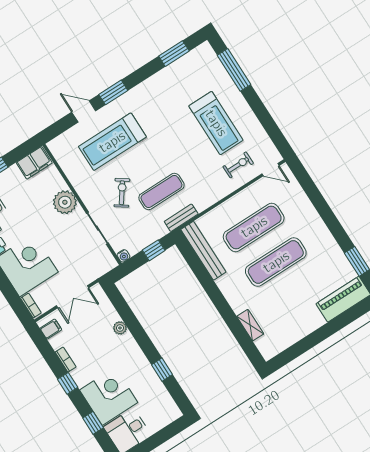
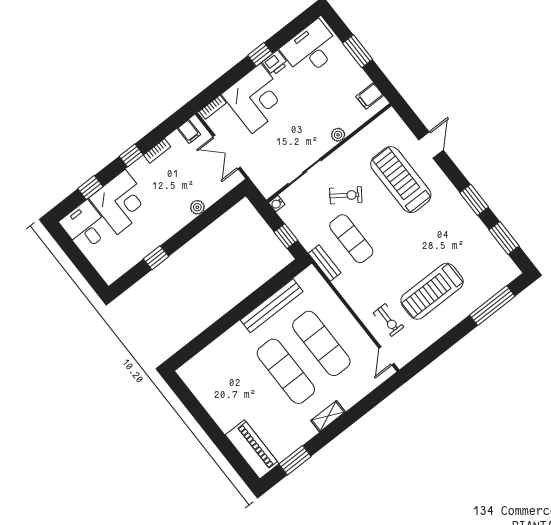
window: (113, 92) -> (474, 200), moved
filing cabinet: (34, 163) -> (370, 96), width x0.50
plant: (65, 202) -> (338, 135), width x0.53, depth x0.53
bench: (203, 251) -> (272, 306), moved
shelving: (250, 325) -> (328, 416), moved

